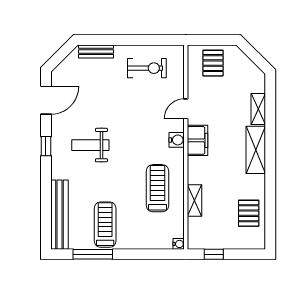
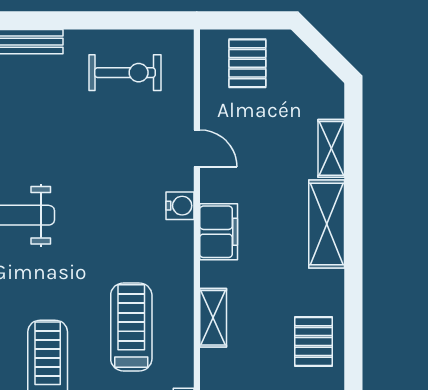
door: (186, 109) -> (197, 148), swing flipped
filing cabinet: (197, 140) -> (219, 232), moved
treadmill: (158, 188) -> (131, 327), moved

